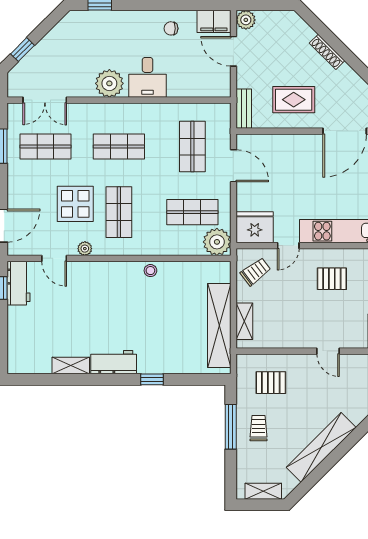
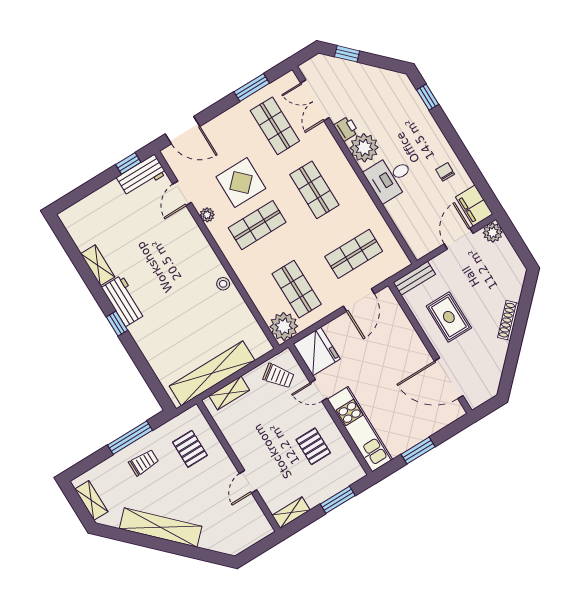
printer: (84, 89) -> (346, 129), added
window: (152, 379) -> (117, 324), moved

